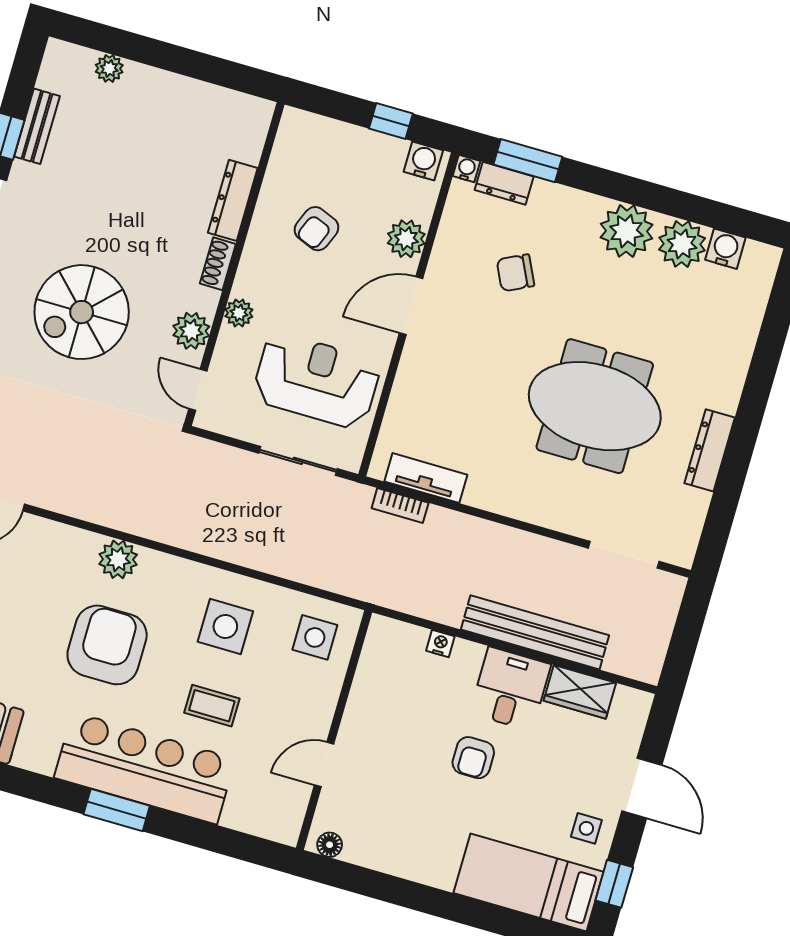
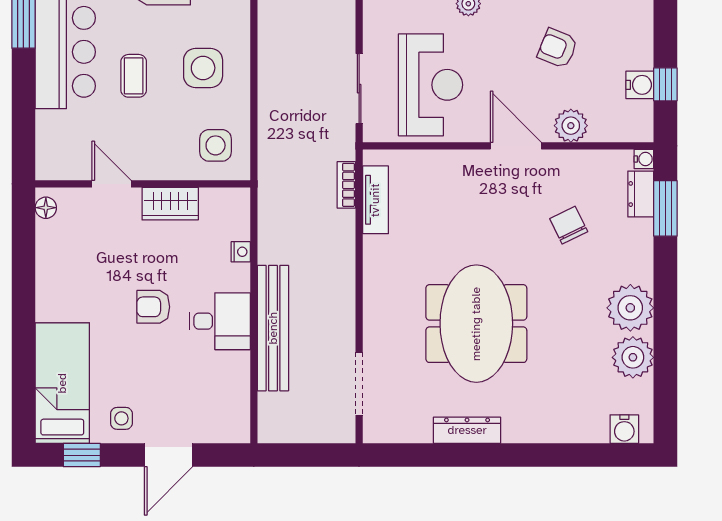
water cooler: (423, 161) -> (640, 85), moved
water cooler: (725, 249) -> (624, 429), moved, turned 90
wardrobe: (580, 692) -> (170, 204), moved, turned -90

